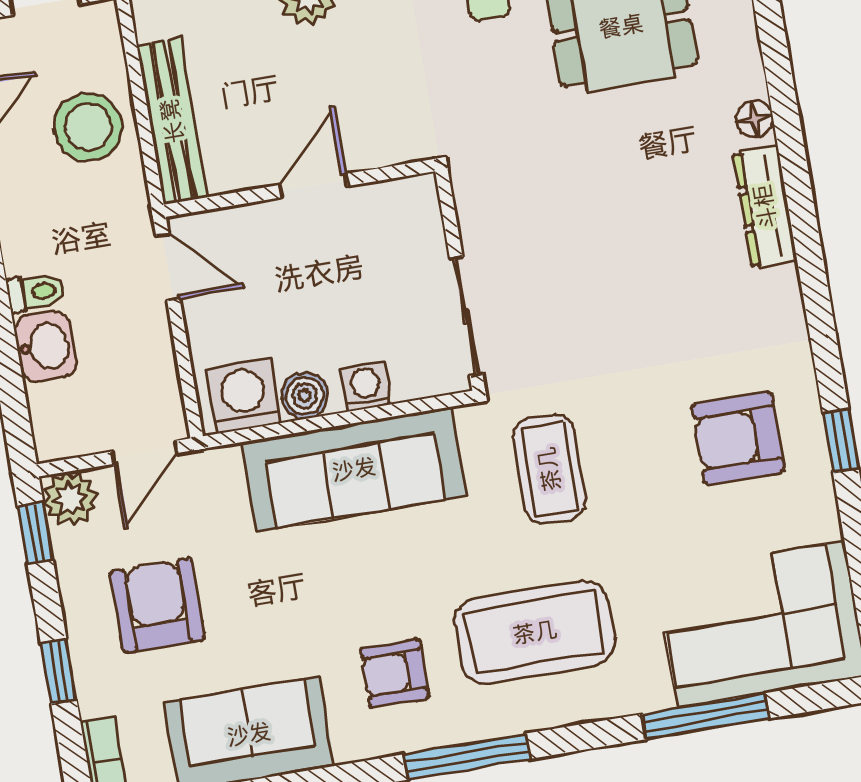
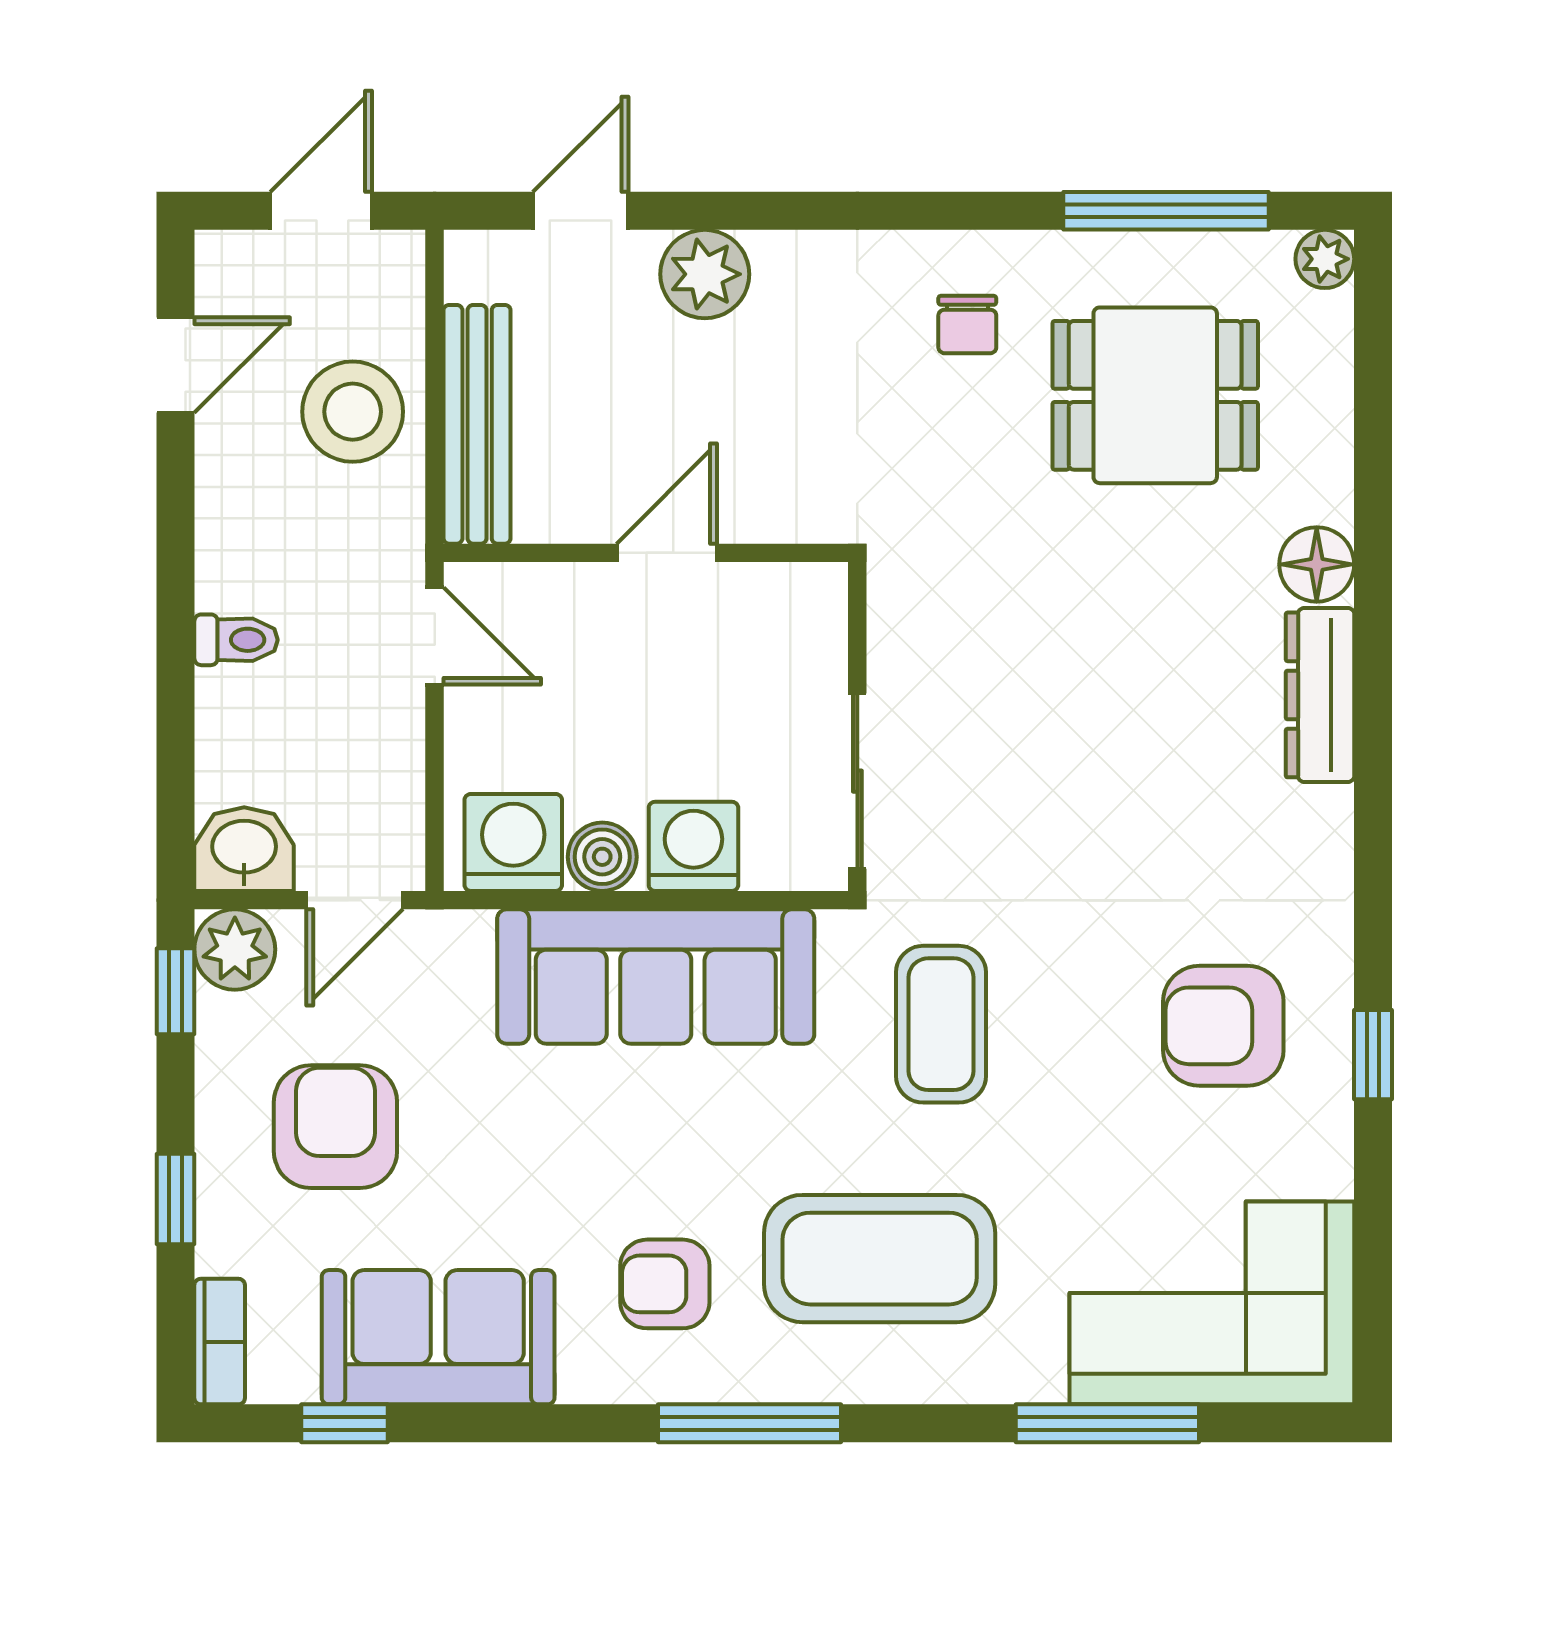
floor lamp: (755, 119) -> (1317, 564), width x1.37, depth x1.37
washbasin: (45, 346) -> (244, 849), moved, turned -90
washing machine: (366, 386) -> (693, 846), width x1.38, depth x1.38

